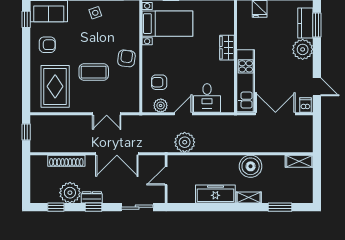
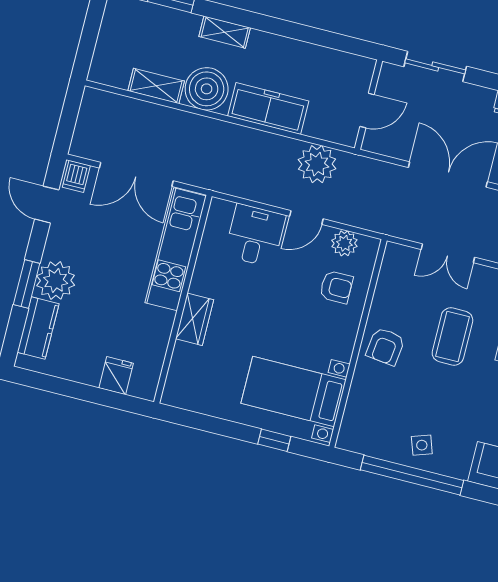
window: (317, 25) -> (27, 284), moved
coffee table: (94, 72) -> (452, 336), turned 90
double door: (107, 114) -> (448, 253), swing flipped
shelving: (299, 161) -> (156, 86), moved
freezer: (215, 194) -> (268, 109), moved, turned 180

